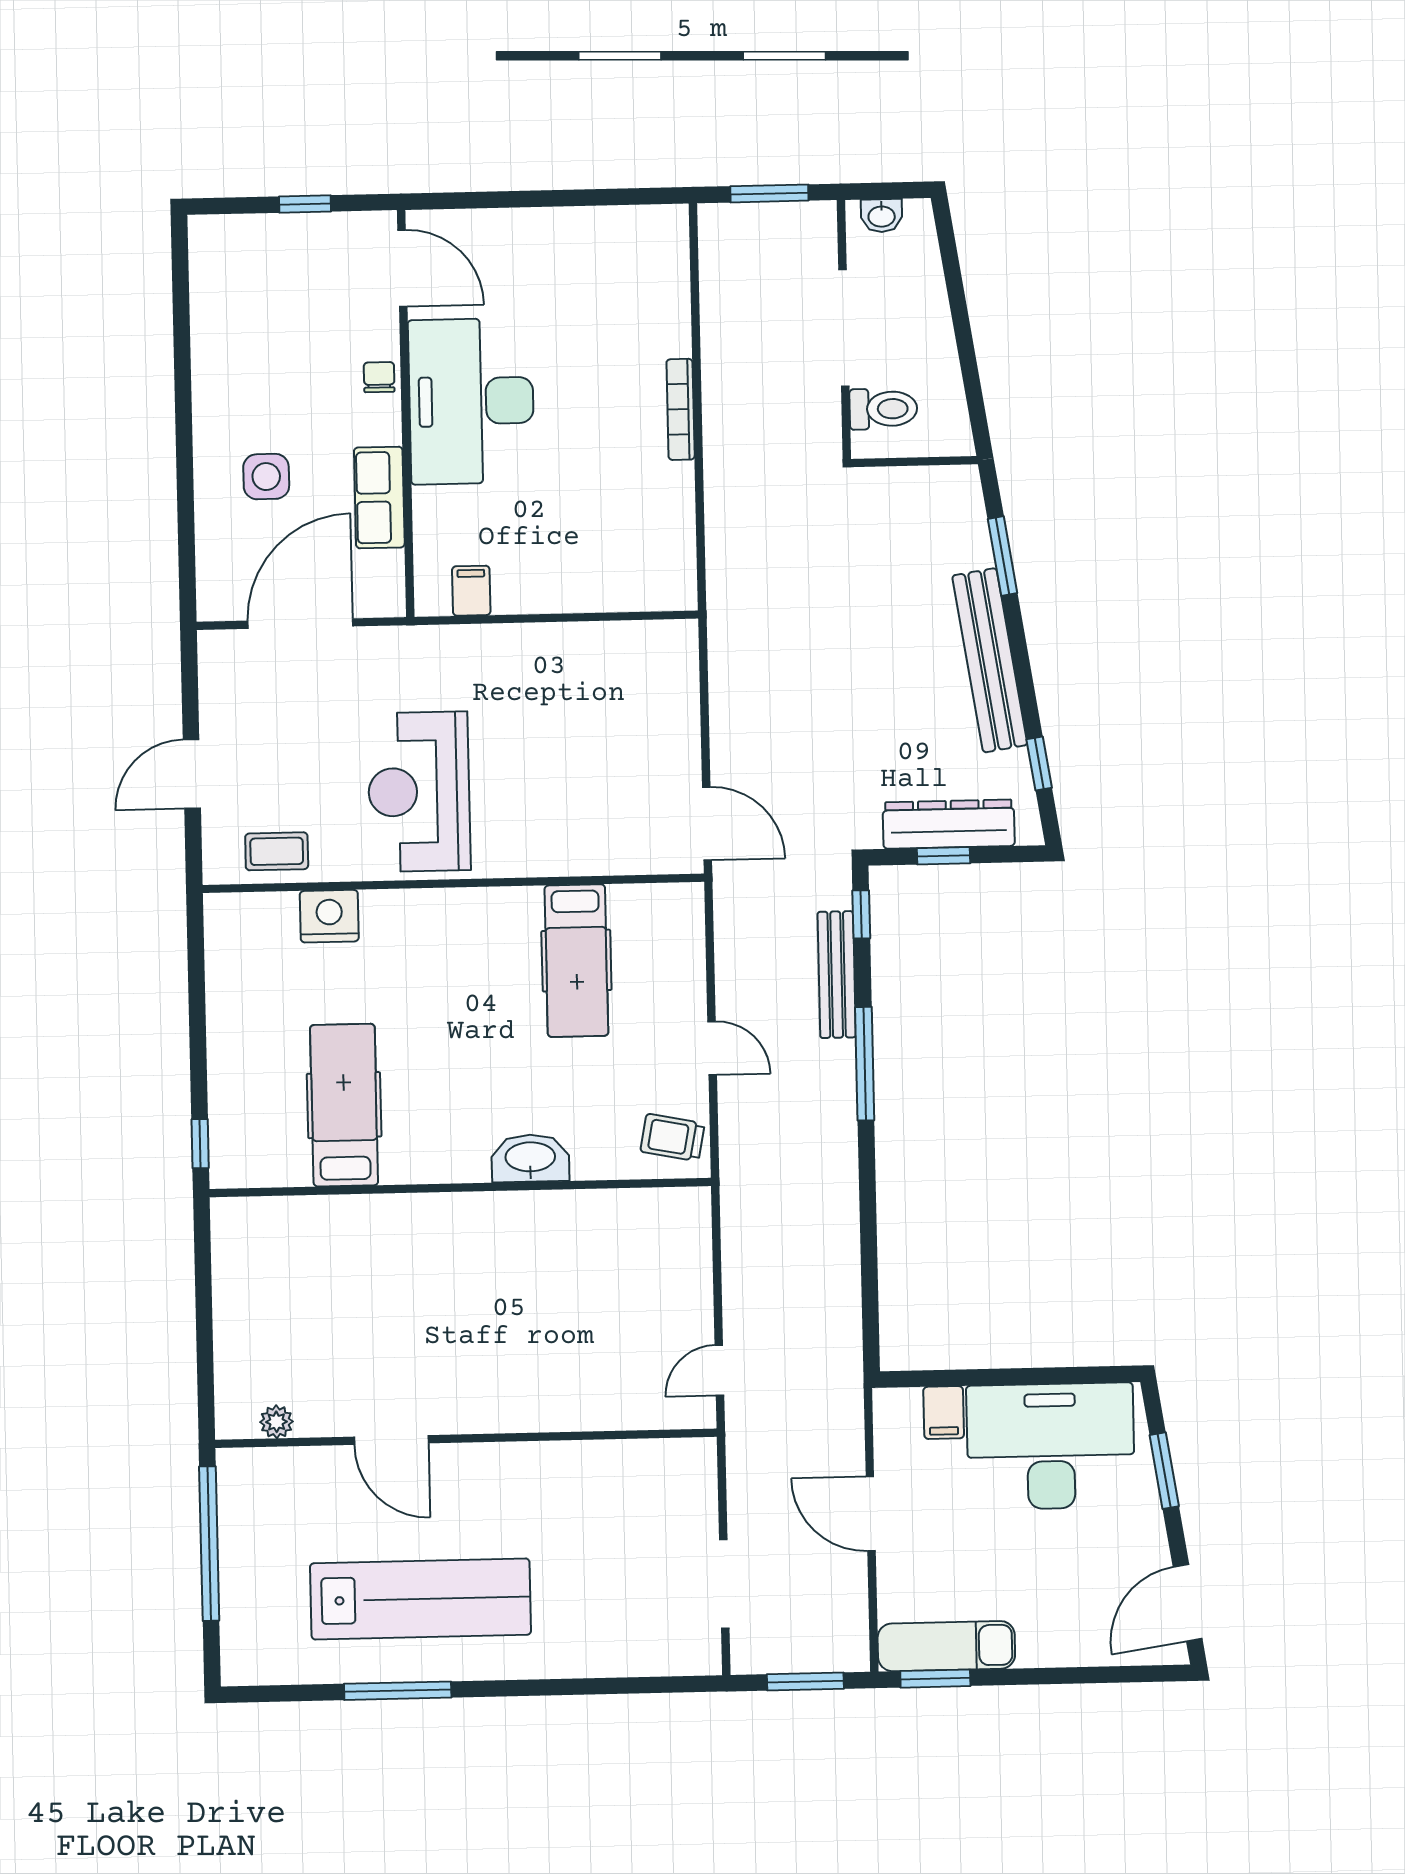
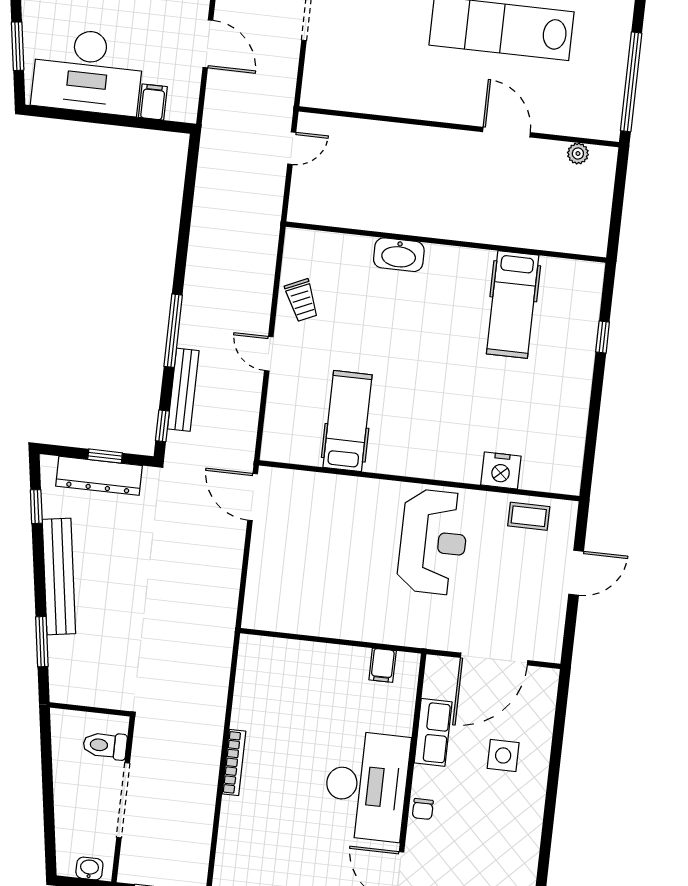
hospital bed: (344, 1105) -> (513, 305), moved
trolley: (672, 1137) -> (302, 300), turned 55
washbasin: (530, 1158) -> (399, 255), moved
wall: (460, 1188) -> (446, 242), moved

